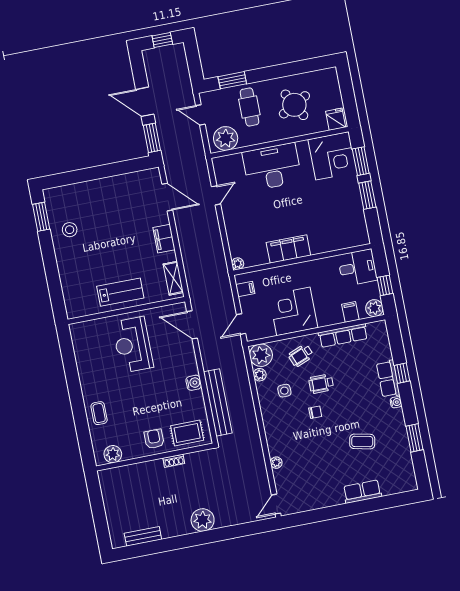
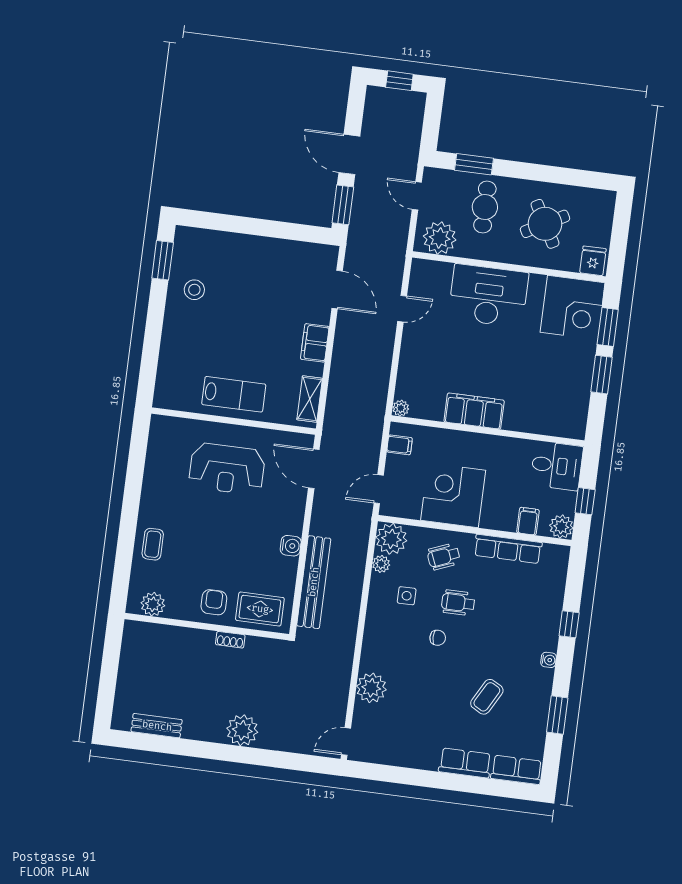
reception desk: (133, 345) -> (227, 469), turned -90
row of seats: (388, 379) -> (517, 770), moved, turned 90
coffee table: (362, 441) -> (487, 697), turned -73
plant: (276, 463) -> (371, 688), width x1.87, depth x1.87

